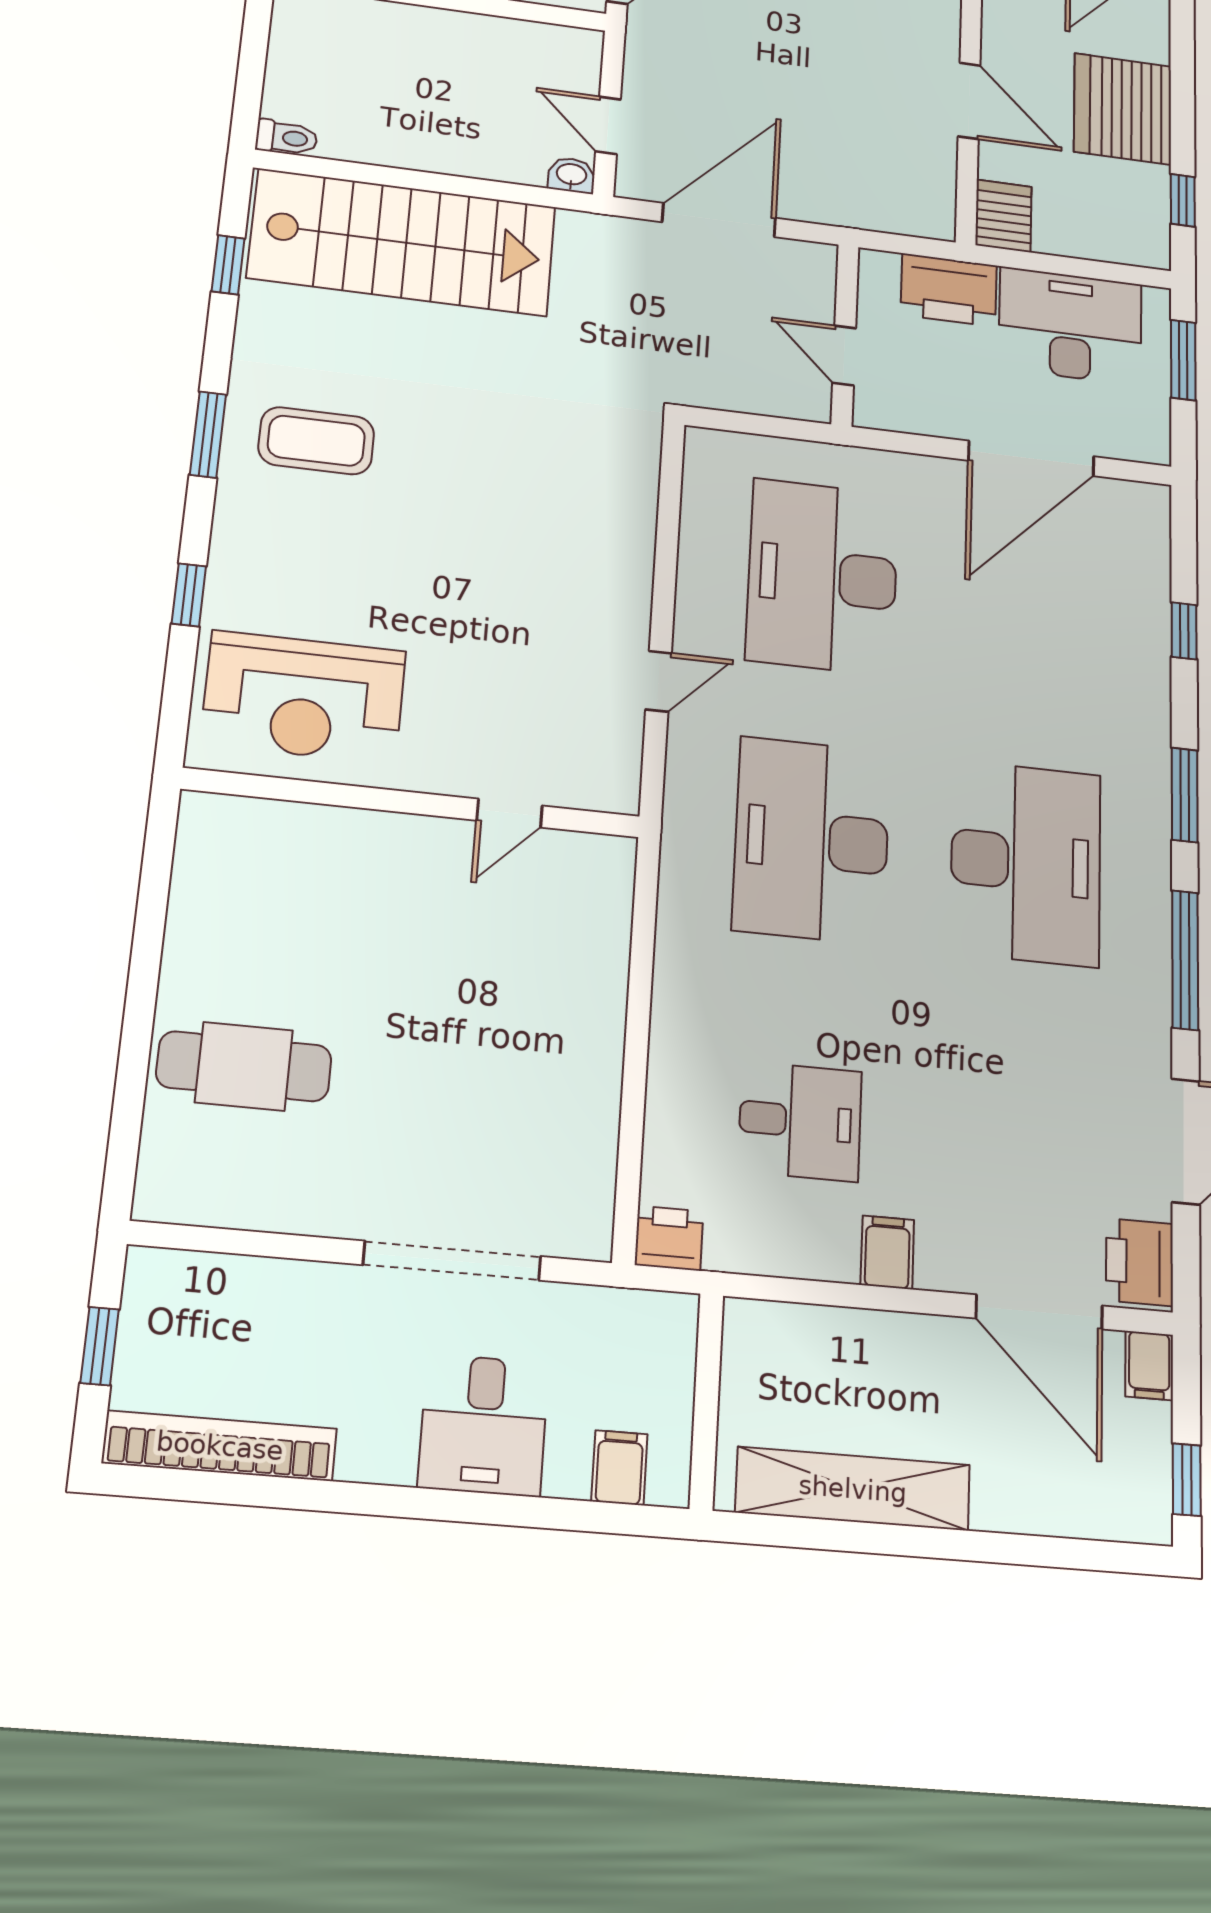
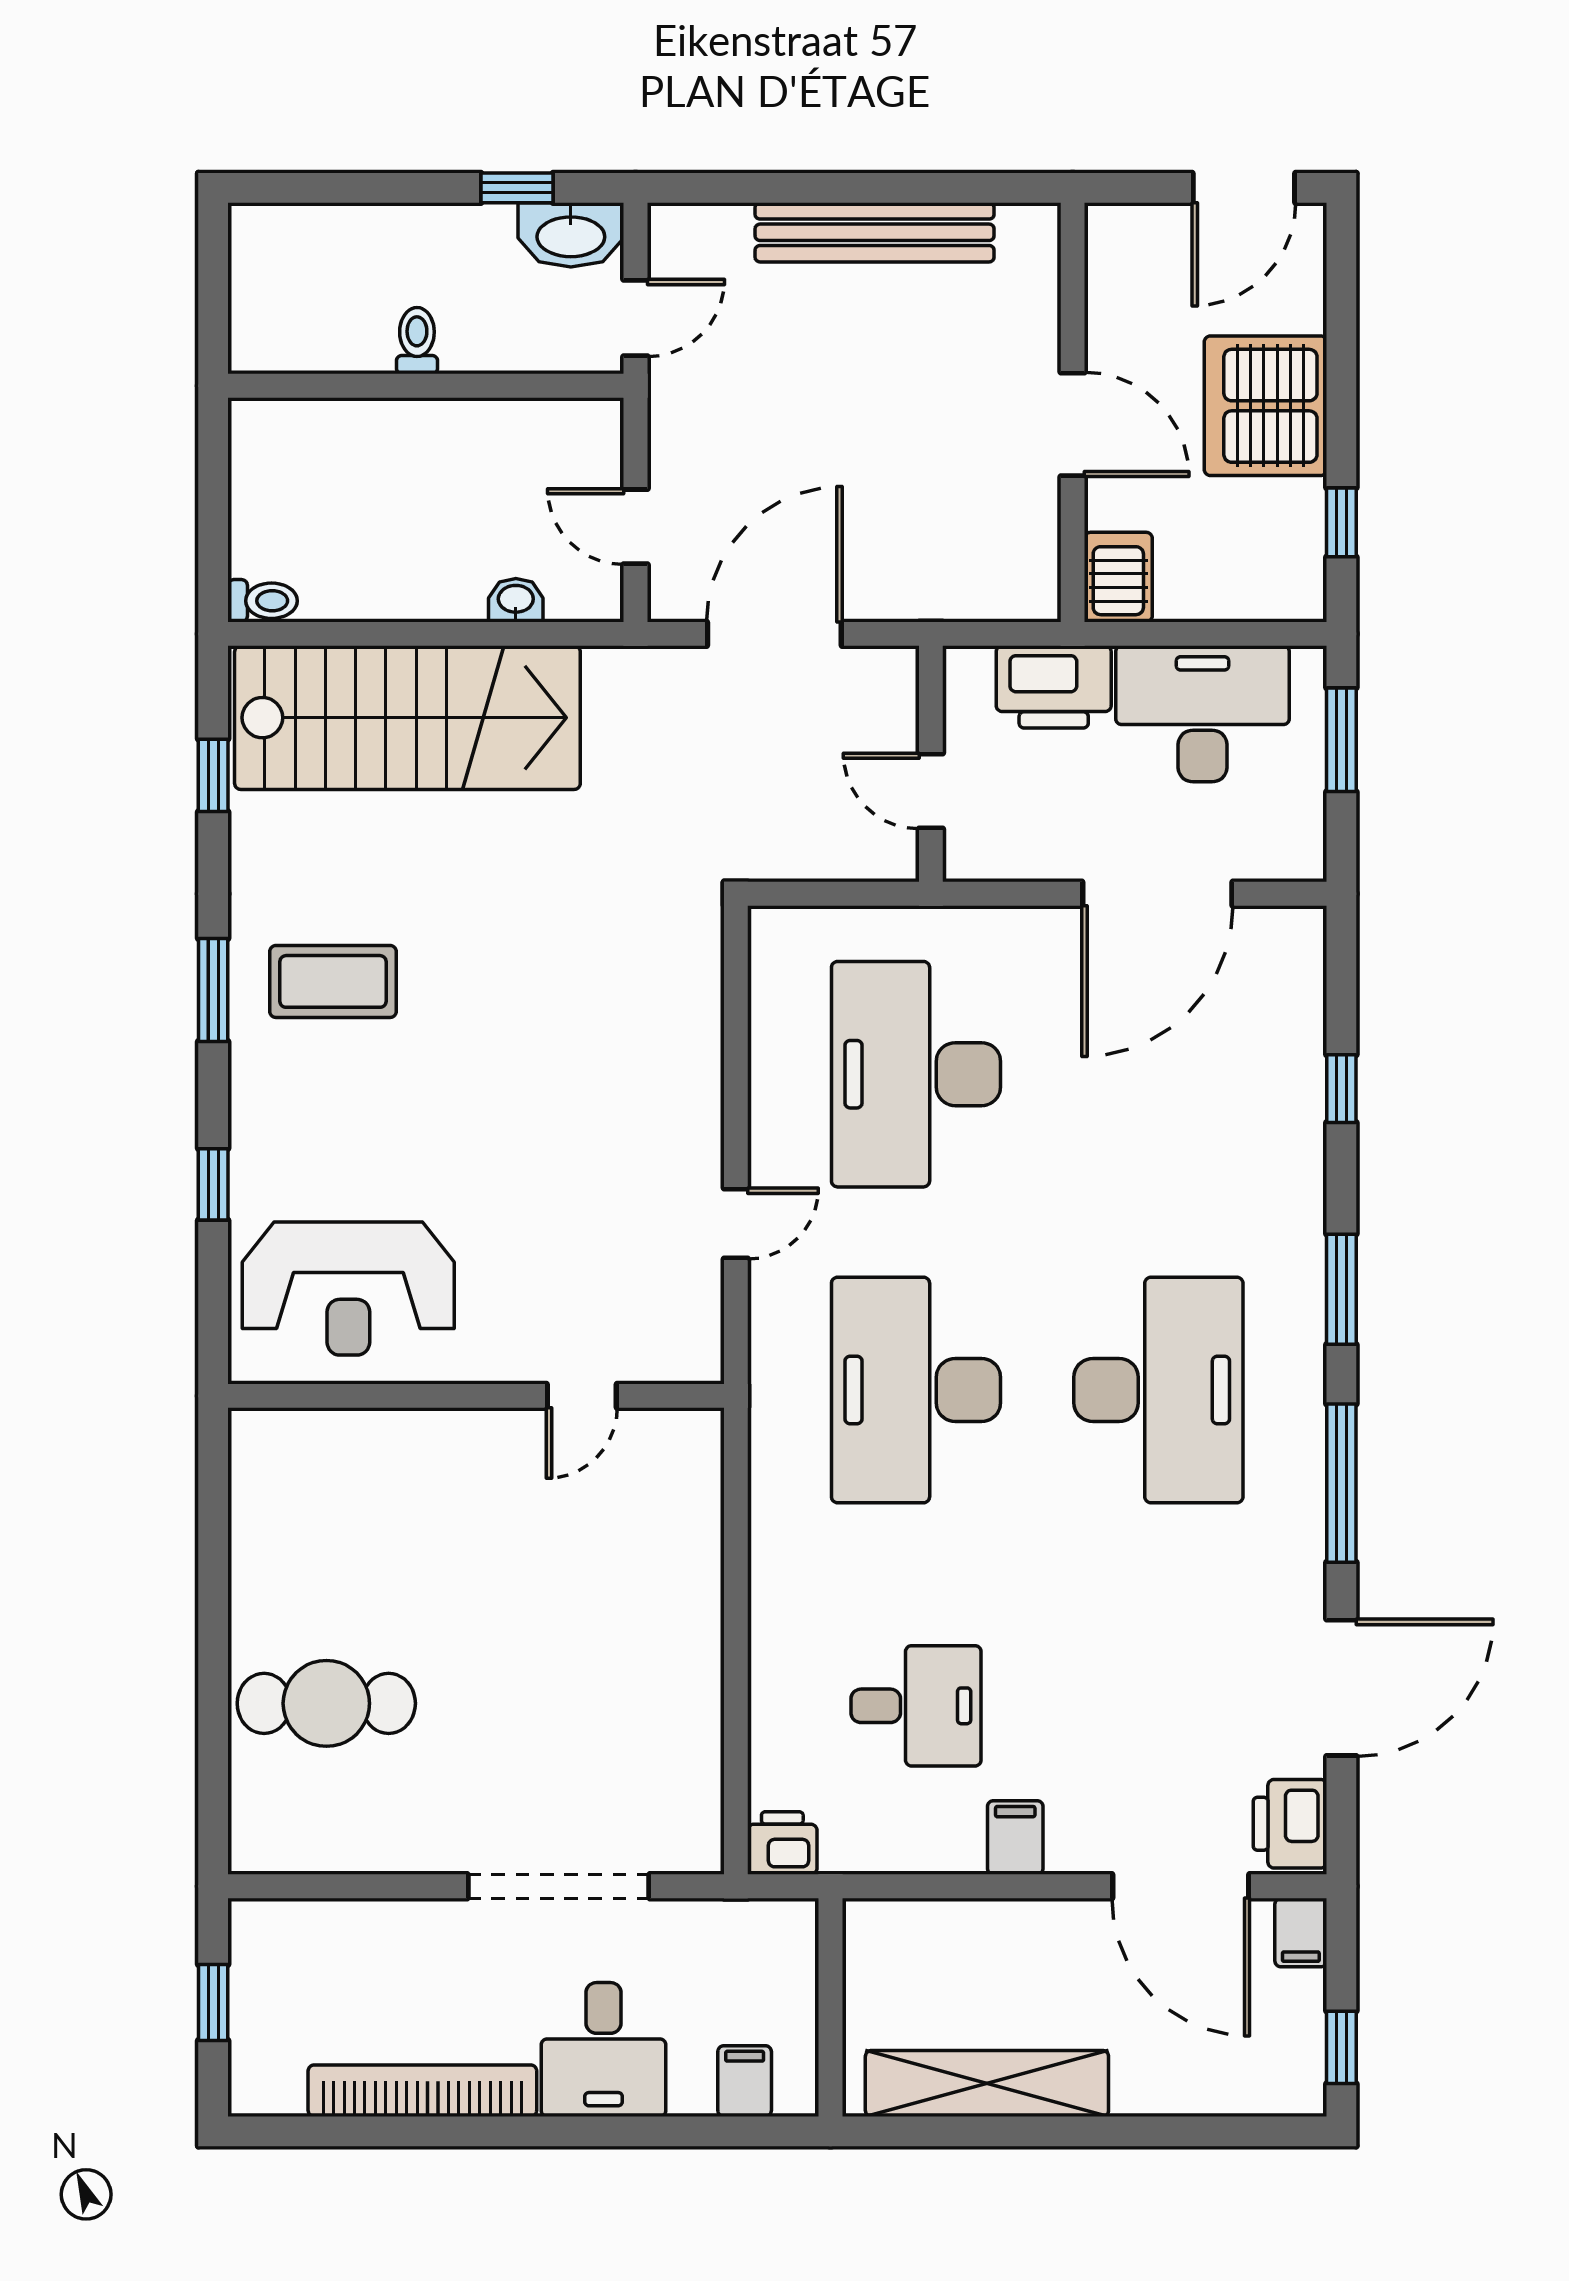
washbasin: (572, 175) -> (516, 600), moved
bookcase: (220, 1446) -> (422, 2091), moved

